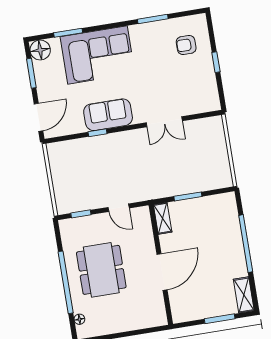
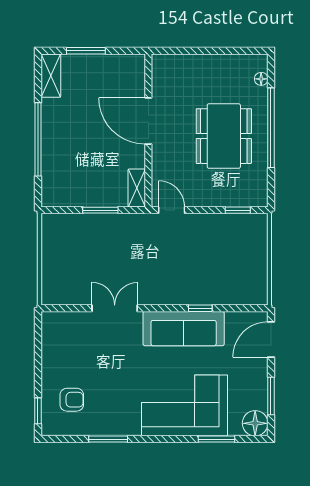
window: (216, 62) -> (38, 411), moved
sofa: (108, 115) -> (184, 329), width x1.36
door: (119, 208) -> (172, 210), moved
door: (162, 272) -> (148, 121), hinge flipped

